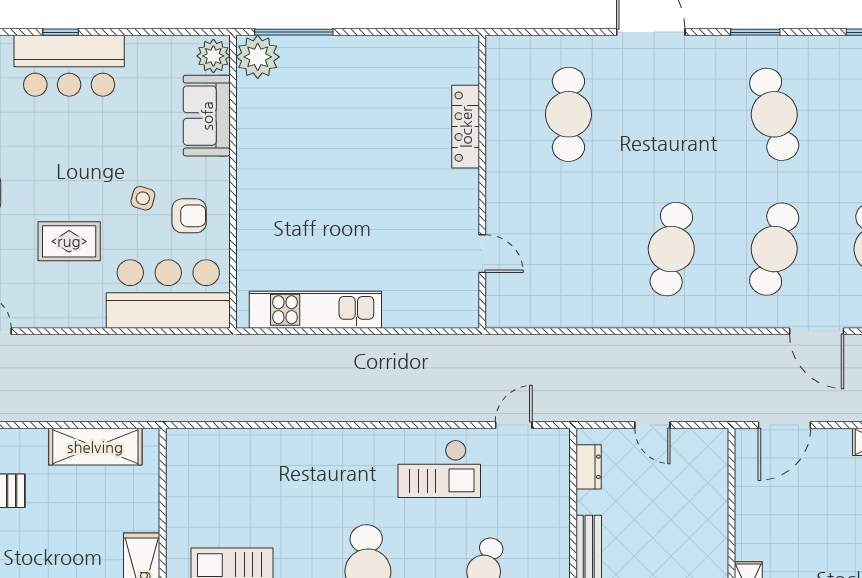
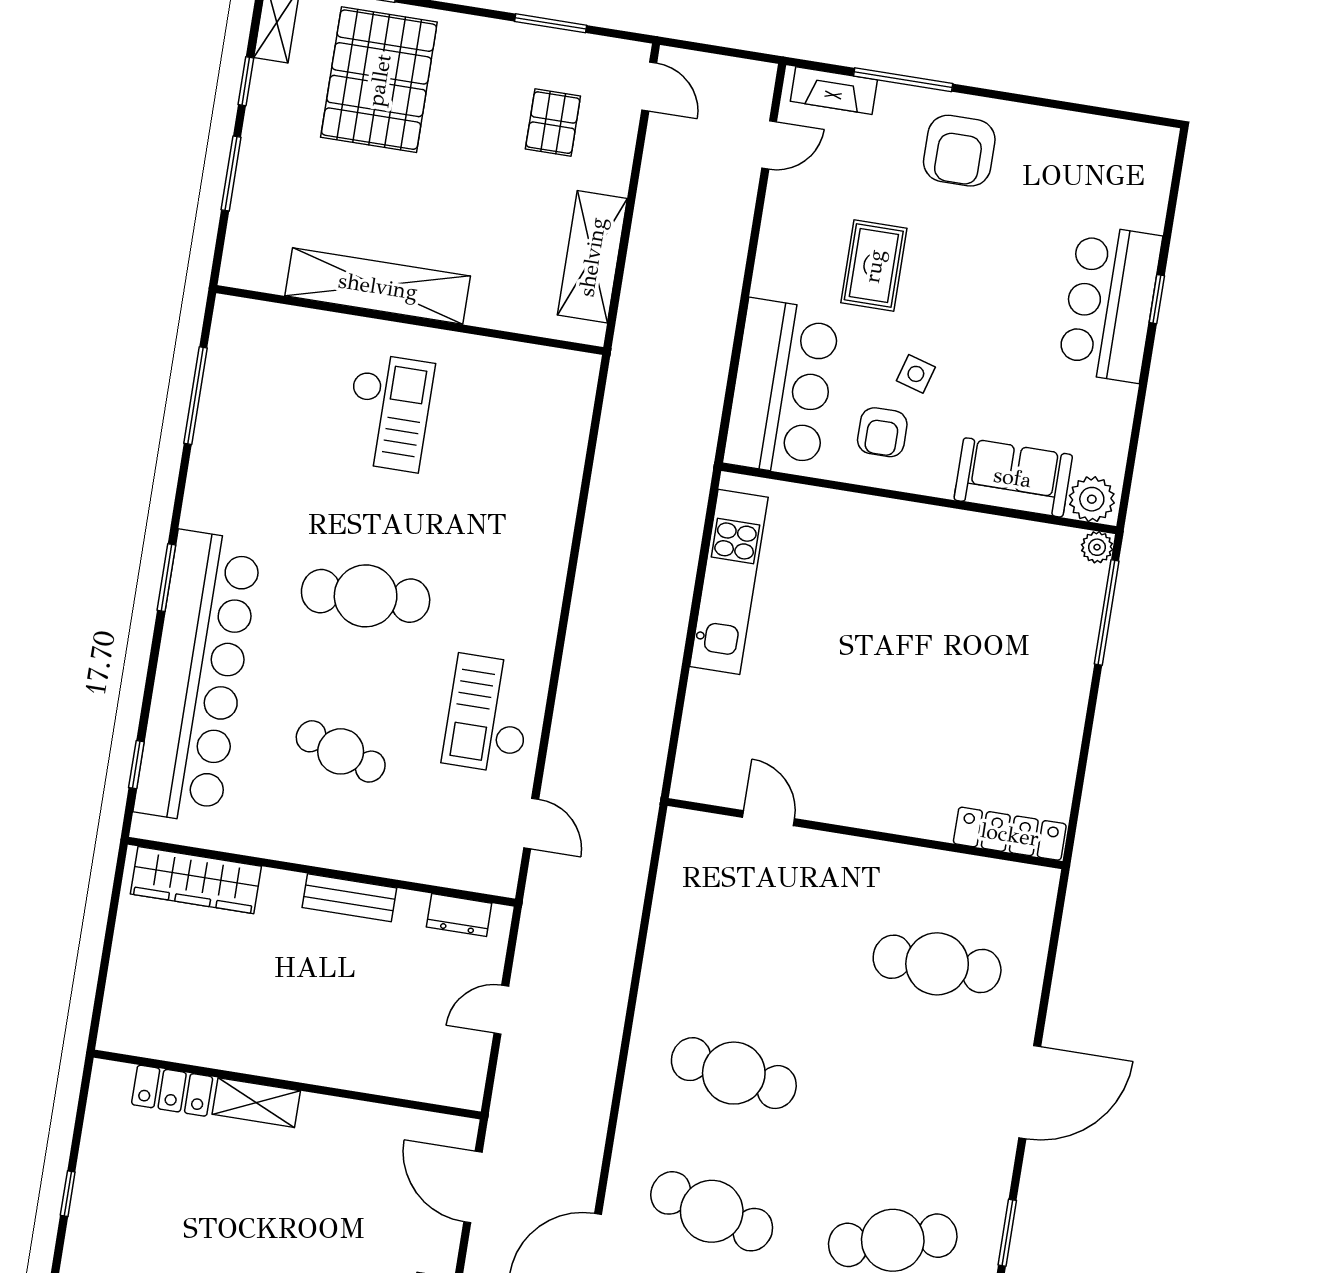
plant: (258, 57) -> (1097, 547), width x0.53, depth x0.53
locker: (466, 127) -> (1010, 834), moved
door: (482, 254) -> (769, 818), swing flipped

